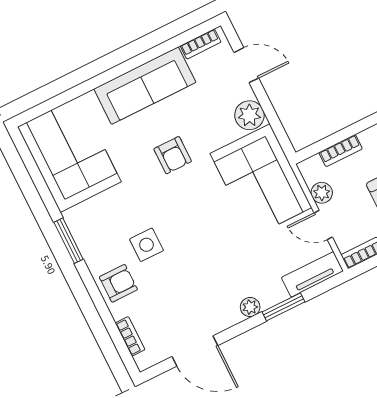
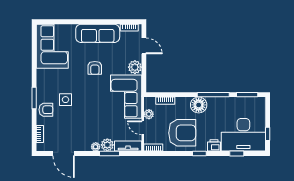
window: (69, 241) -> (34, 98), moved
plant: (271, 292) -> (107, 145), added

